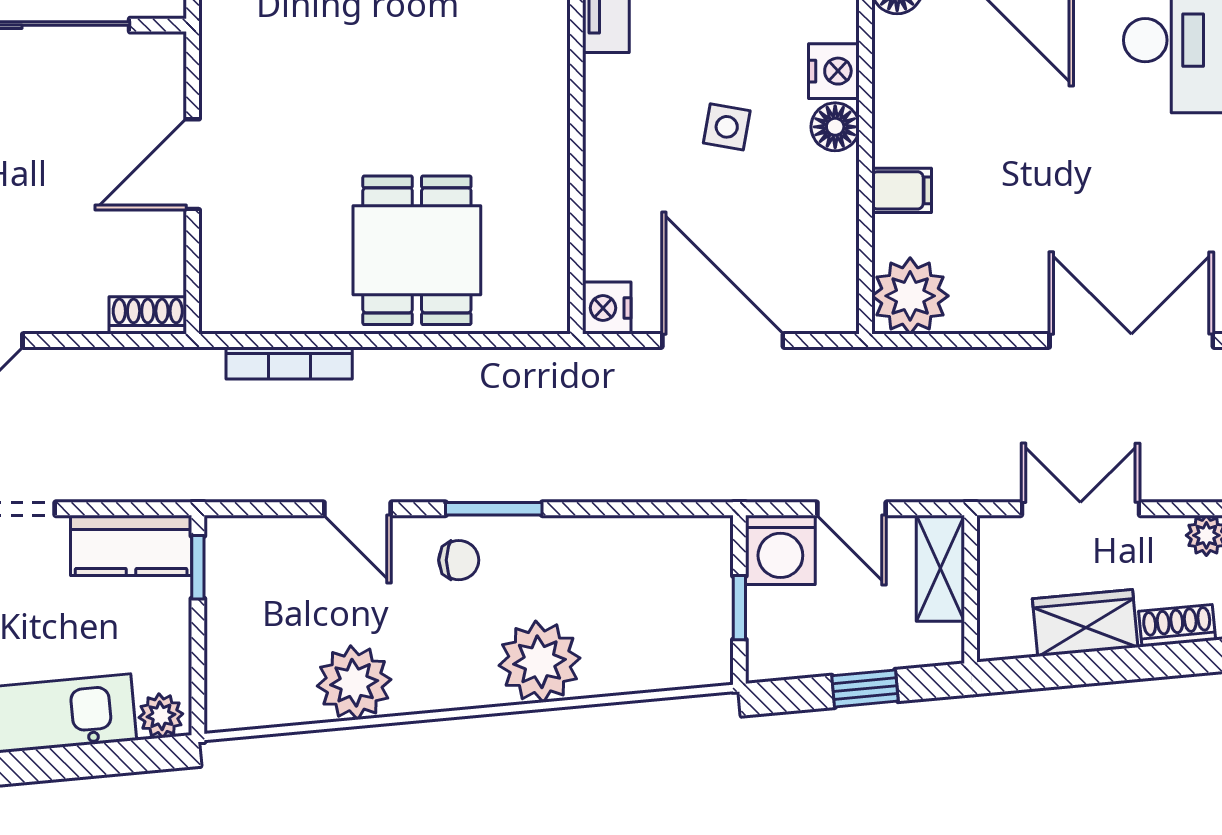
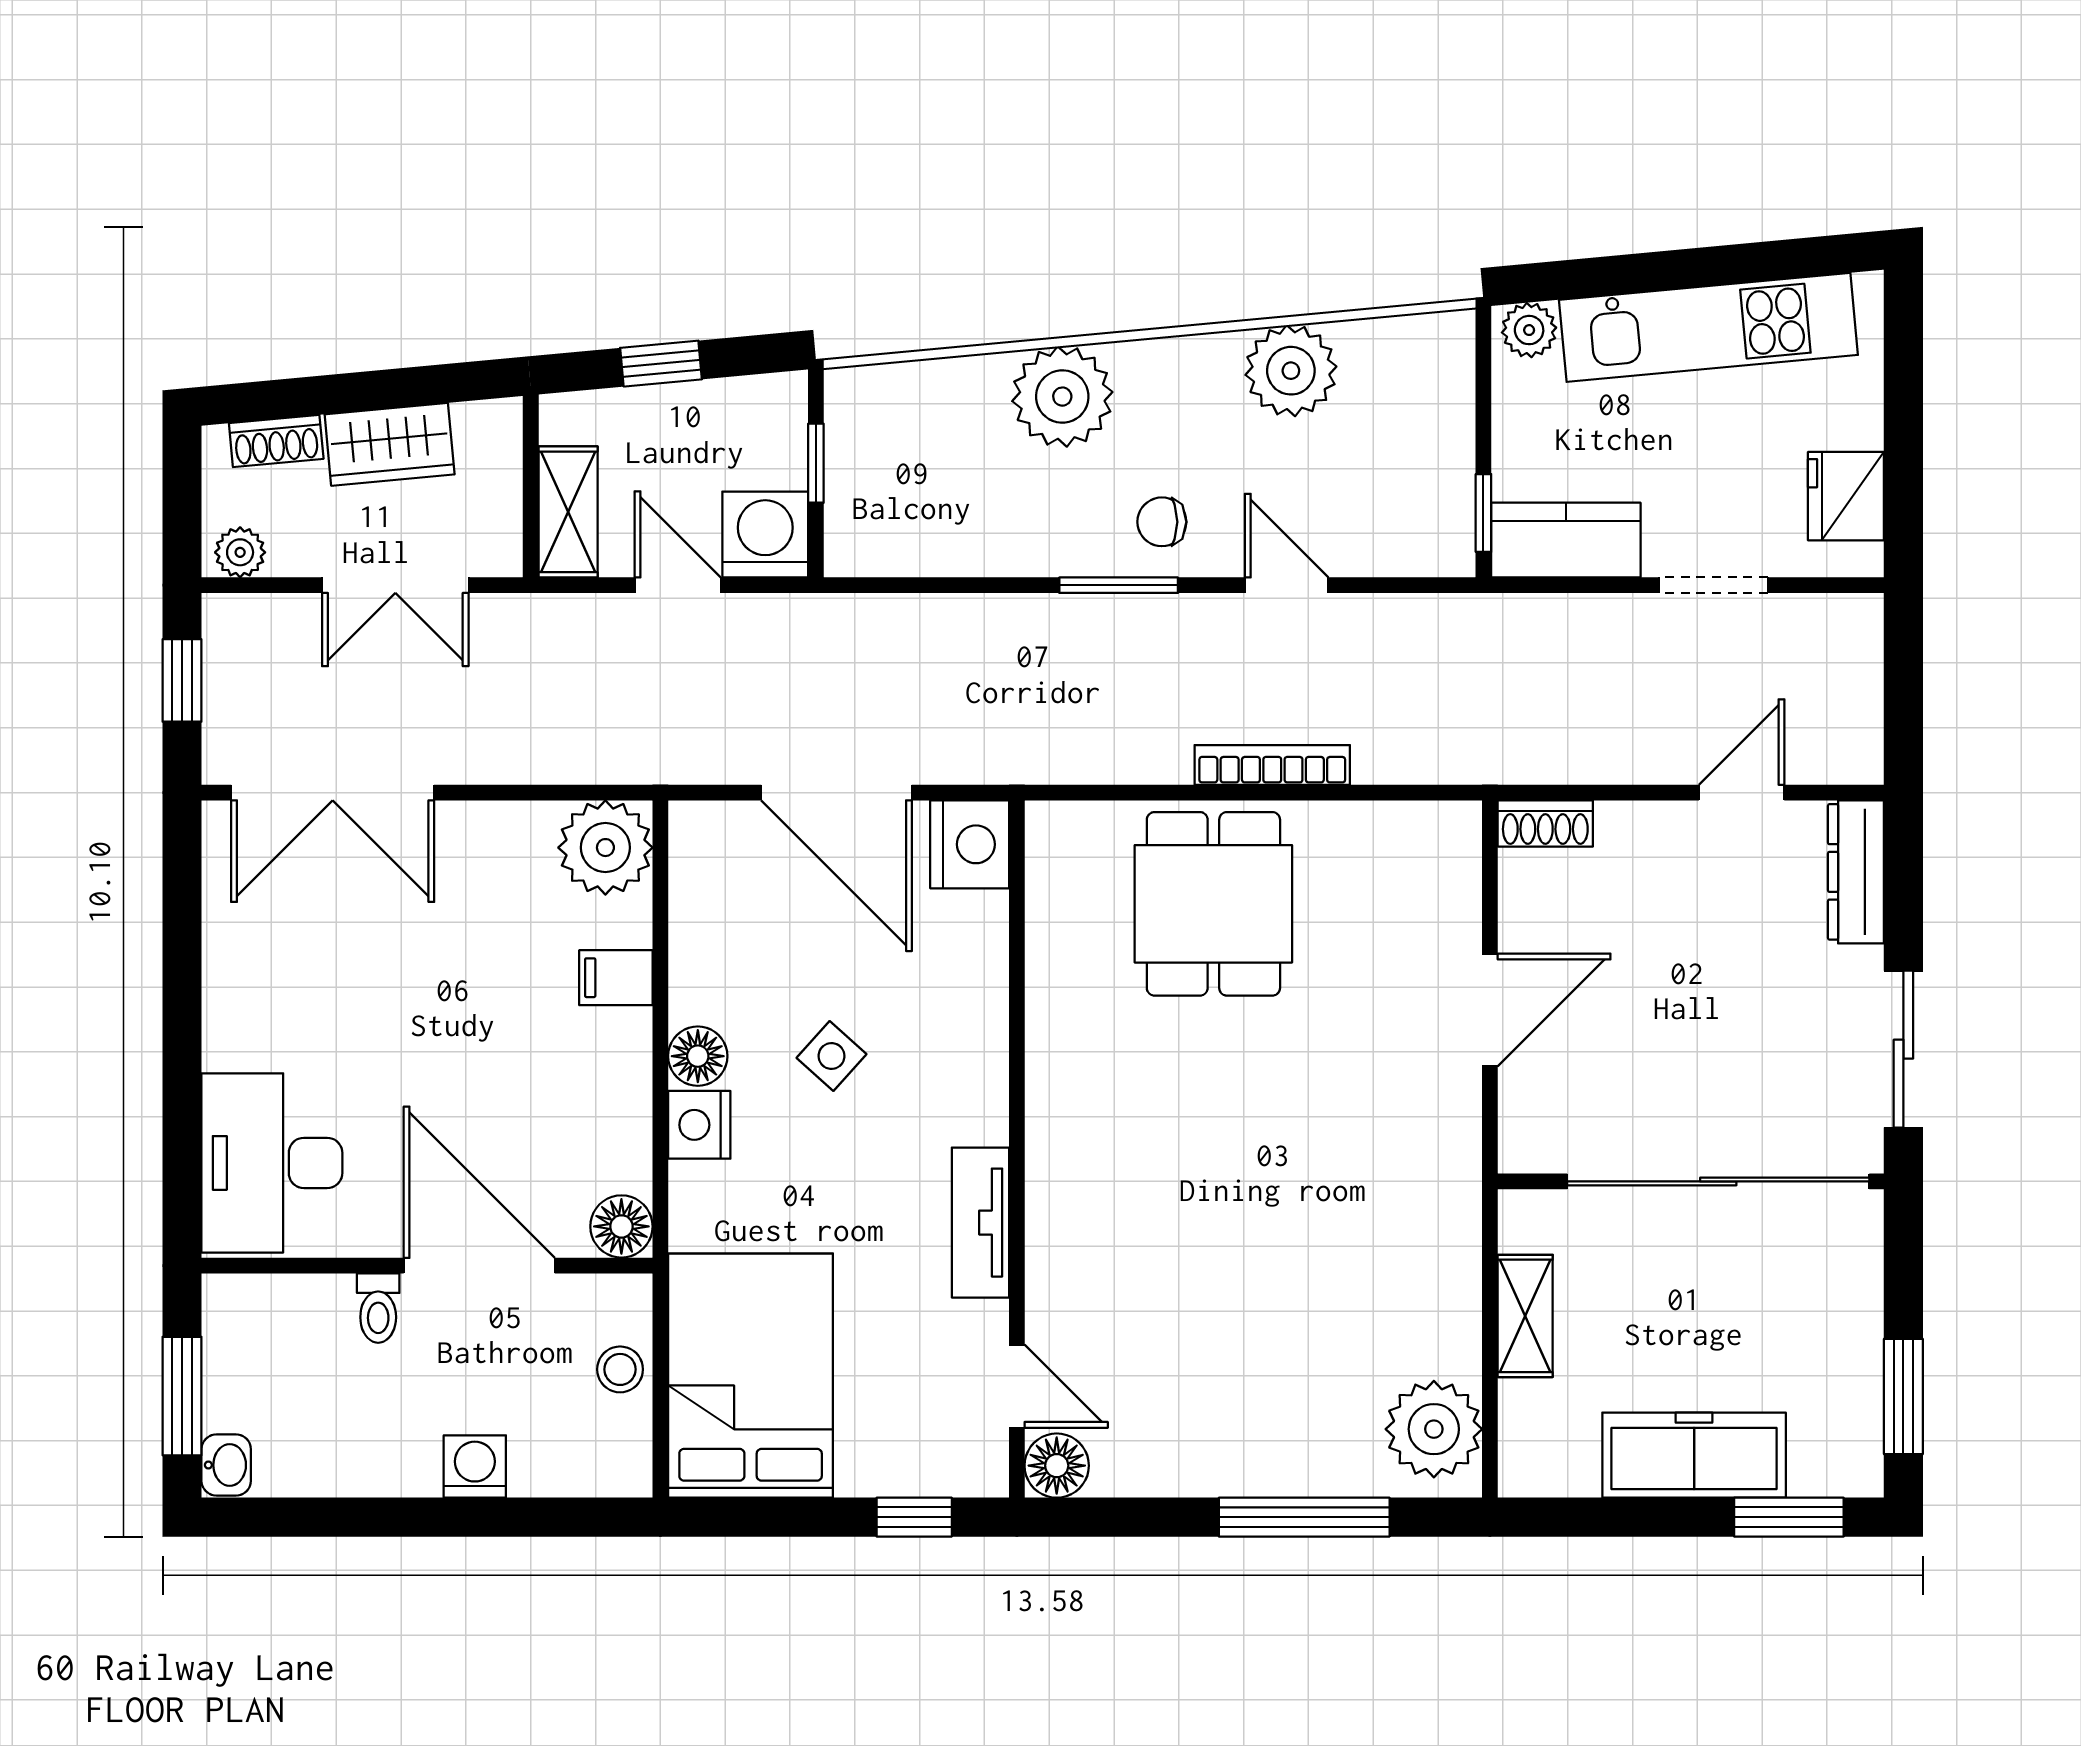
side table: (727, 127) -> (831, 1056), turned 32
nightstand: (607, 308) -> (970, 844), width x1.36, depth x1.33
bookcase: (289, 363) -> (1272, 765), moved

